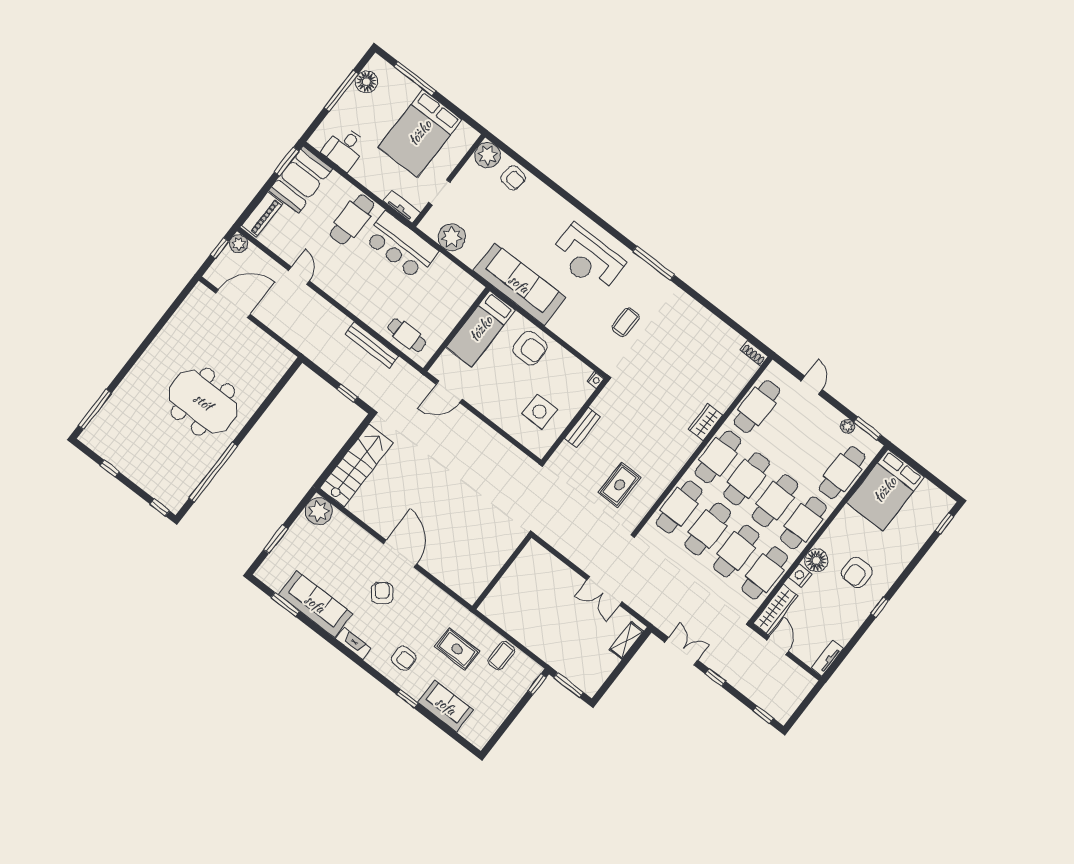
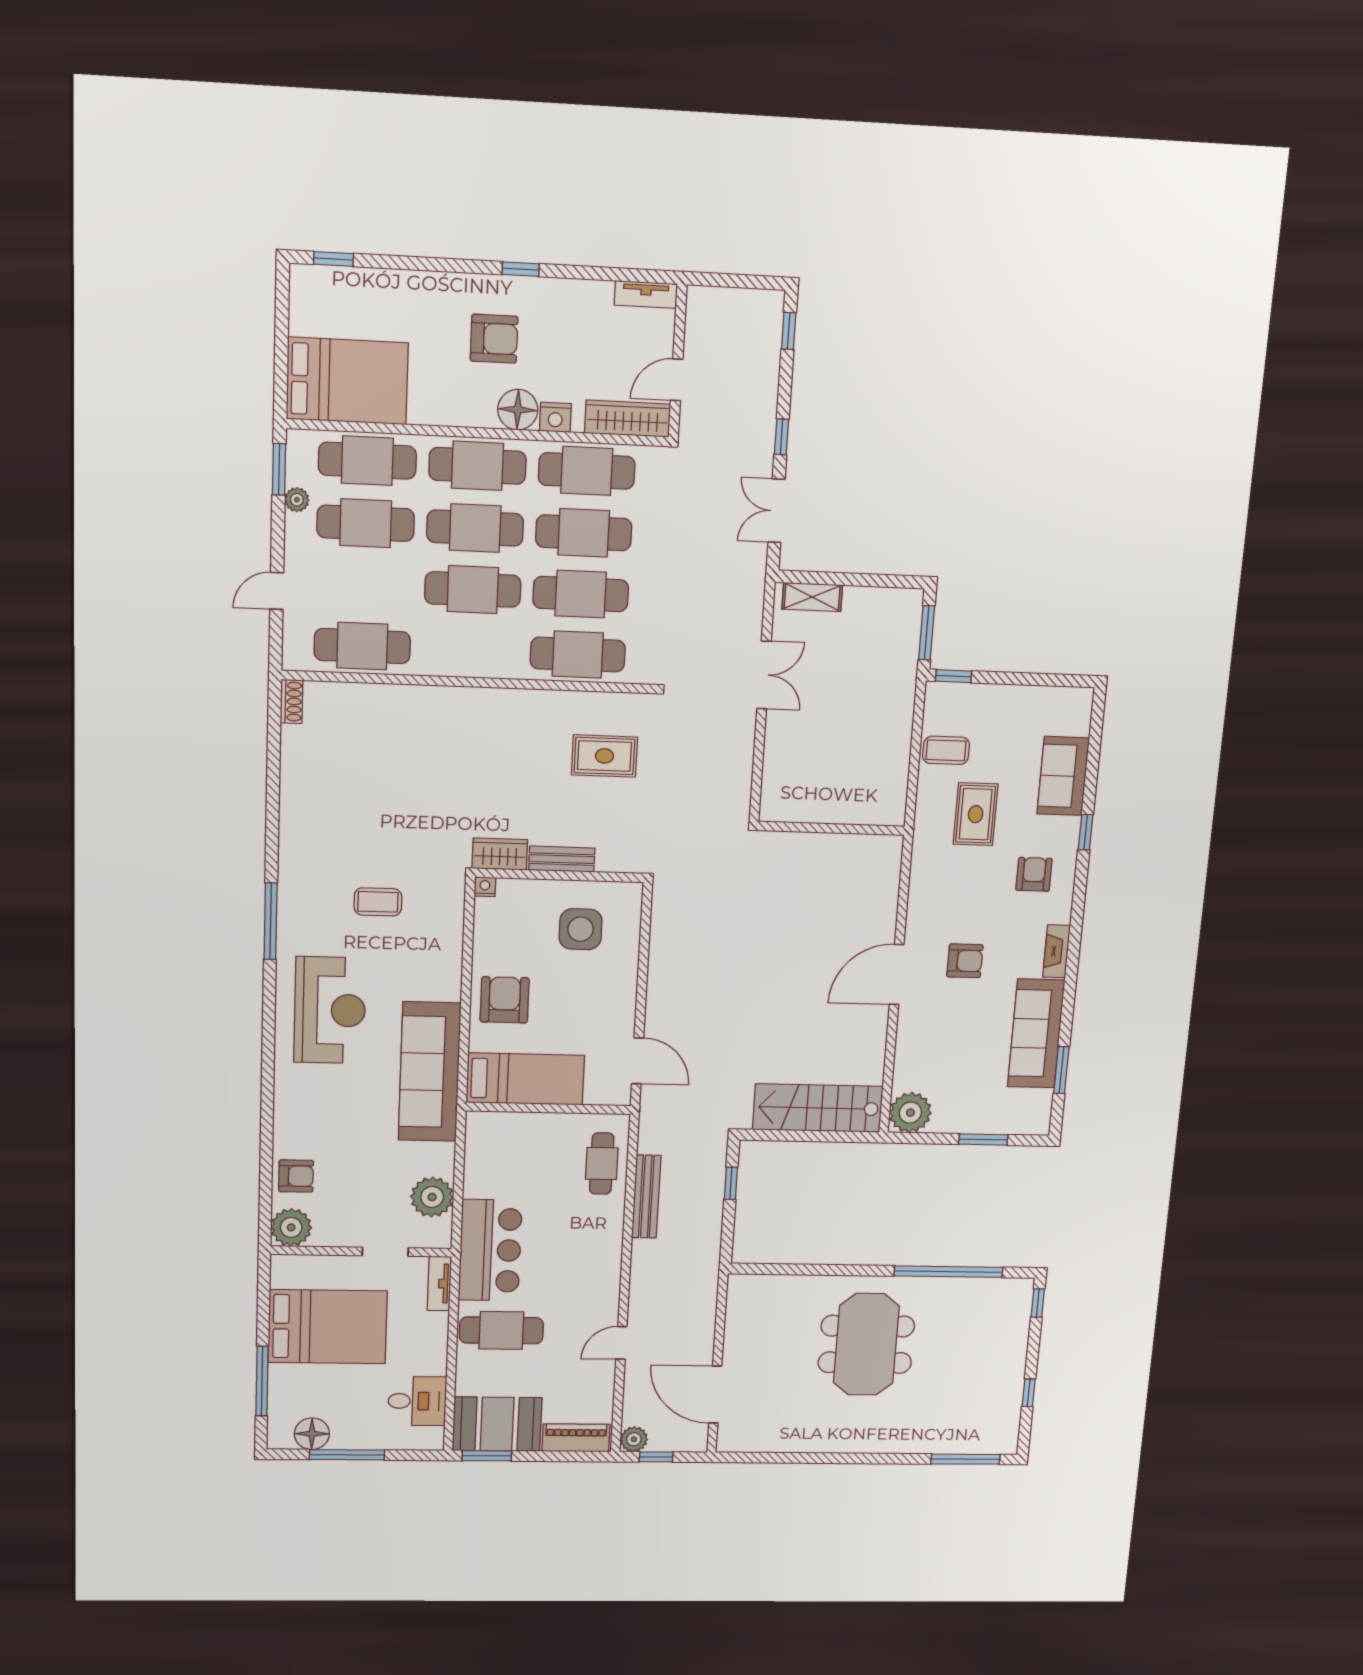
armchair: (513, 178) -> (296, 1176), turned 83
wardrobe: (706, 422) -> (500, 854), moved, turned 180
cafe table: (718, 457) -> (366, 523), moved
armchair: (382, 593) -> (965, 961), turned -141

